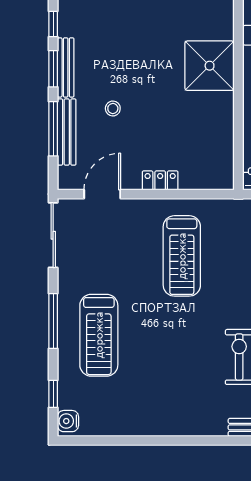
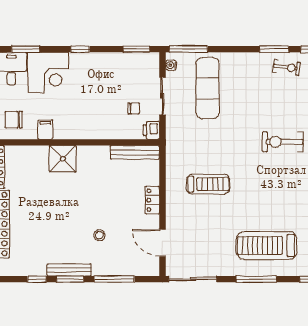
shower: (210, 66) -> (63, 159), width x0.73, depth x0.73
bench: (67, 132) -> (135, 152), moved
treadmill: (182, 256) -> (208, 184), width x0.73, depth x0.73
treadmill: (99, 335) -> (267, 245), turned 180

